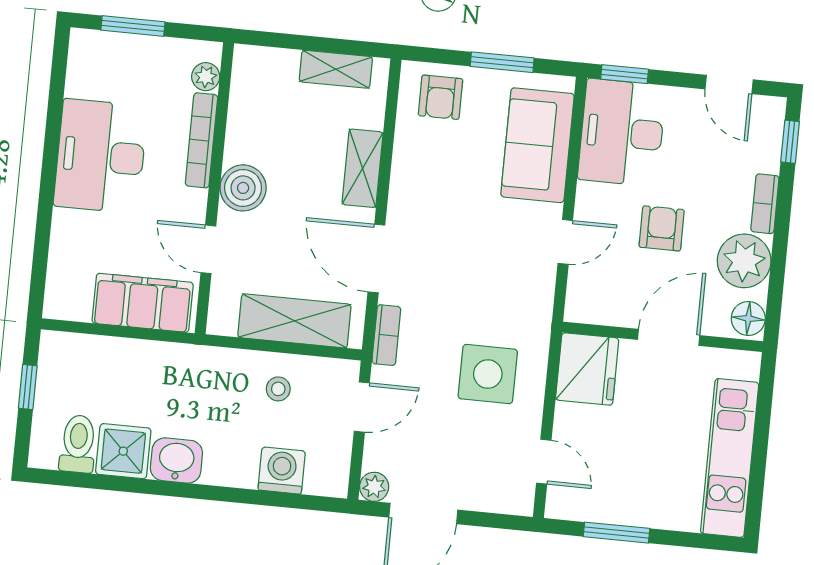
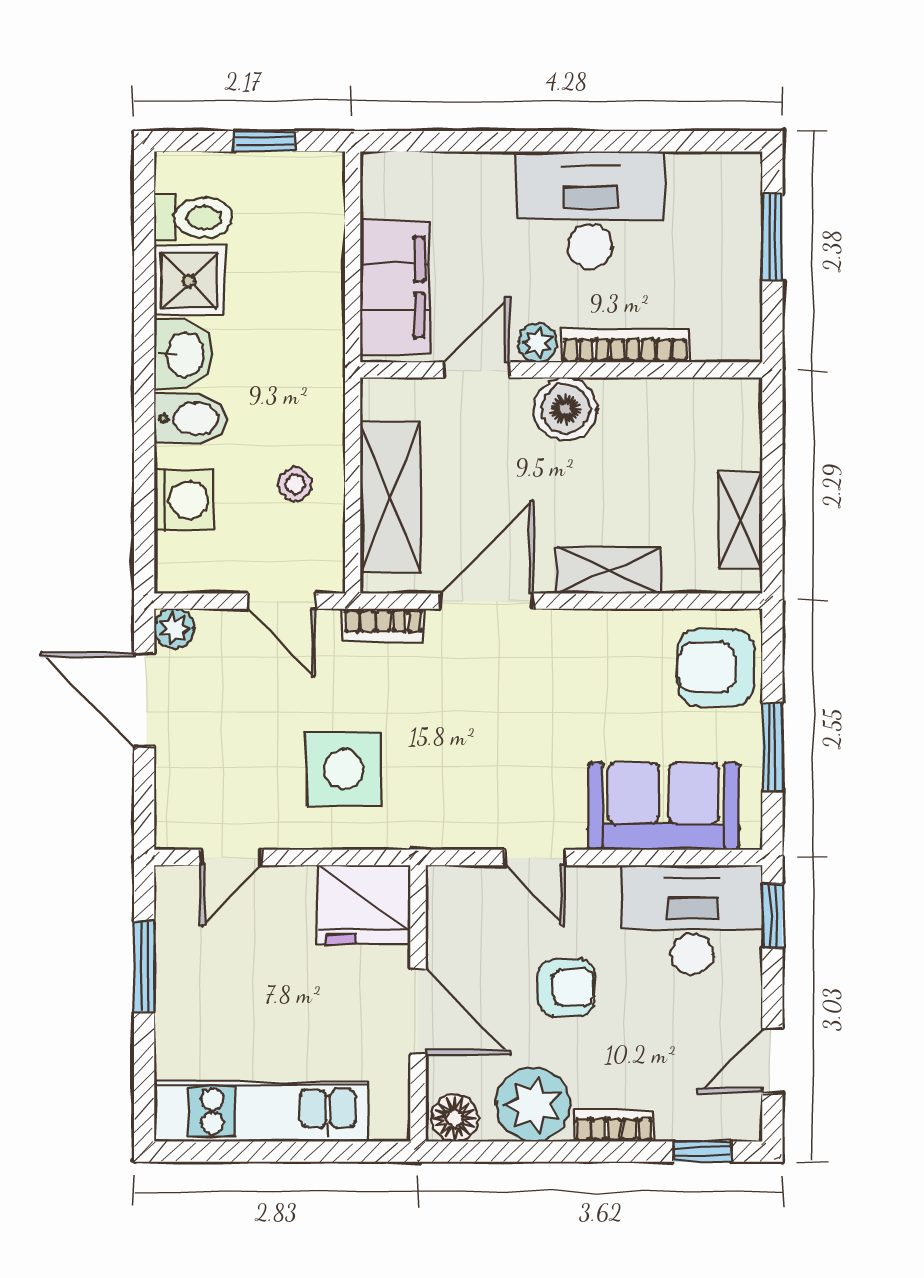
plant: (206, 77) -> (537, 343), moved
armchair: (441, 97) -> (716, 667), width x1.38, depth x1.38
bidet: (223, 460) -> (190, 419), added

